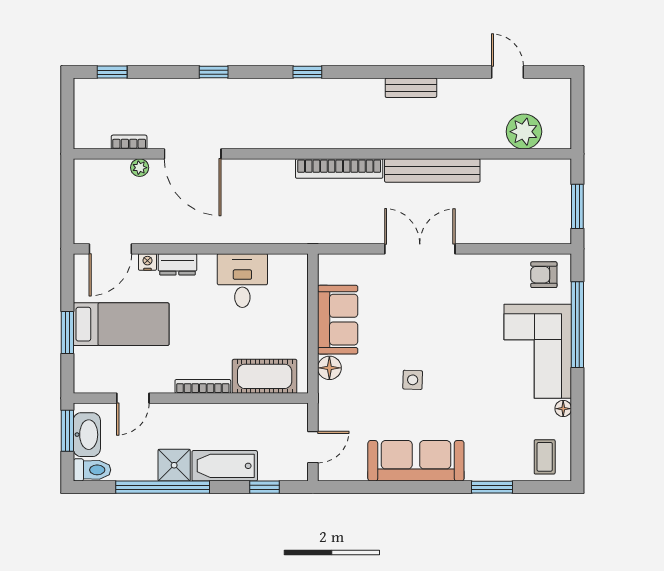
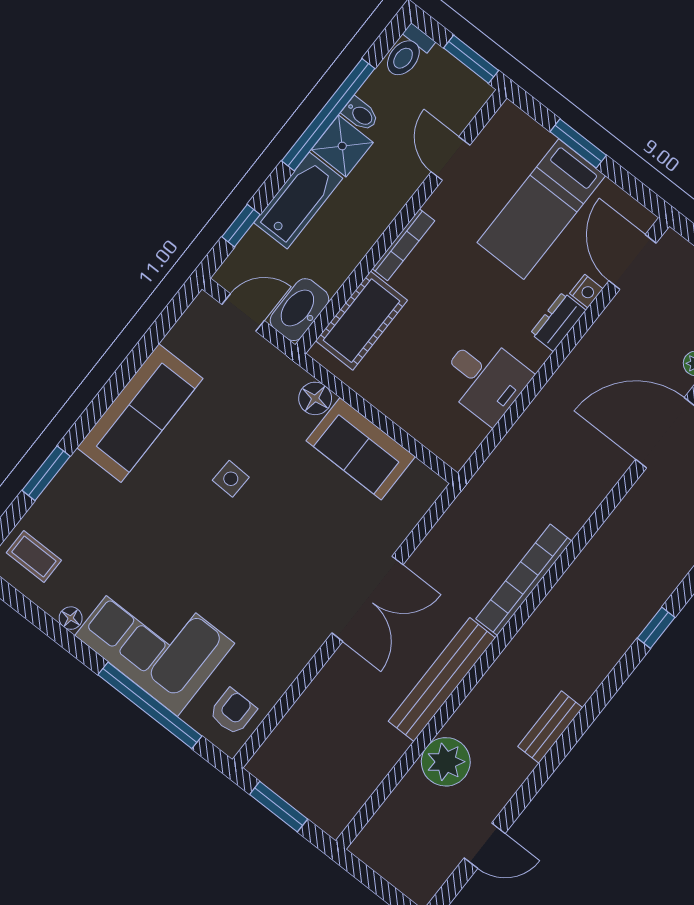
plant: (524, 132) -> (446, 762), moved
washbasin: (87, 435) -> (299, 310), moved, turned 90
door: (313, 447) -> (243, 313), swing flipped
bidet: (148, 469) -> (360, 114), added

